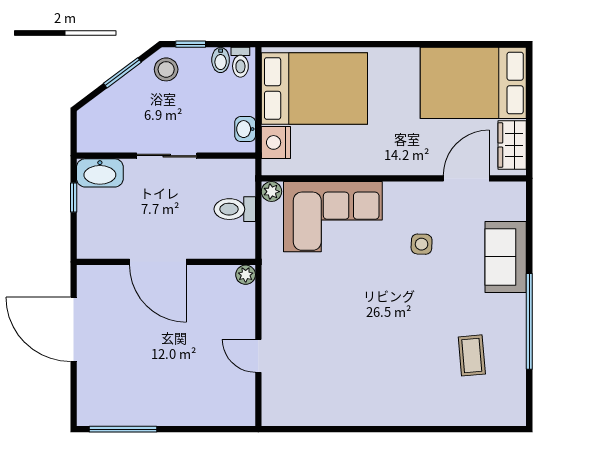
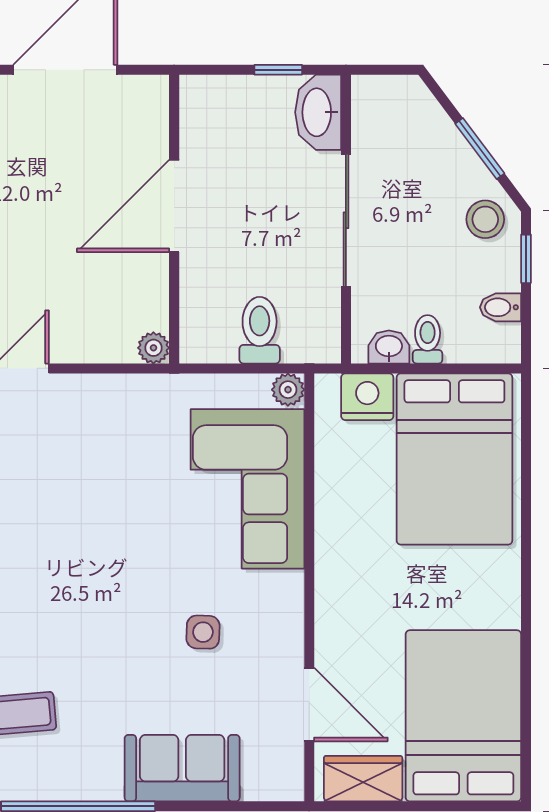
toilet: (240, 62) -> (428, 339), moved, turned 90
sliding door: (167, 156) -> (346, 220), width x1.37

